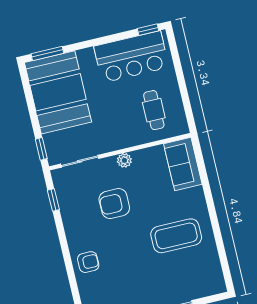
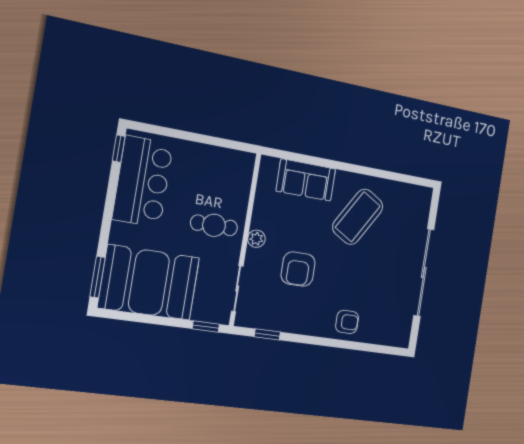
cafe table: (154, 110) -> (214, 225), moved
sofa: (183, 164) -> (306, 180), moved
coffee table: (176, 236) -> (358, 217), turned 31
armchair: (88, 262) -> (347, 322), turned 90

